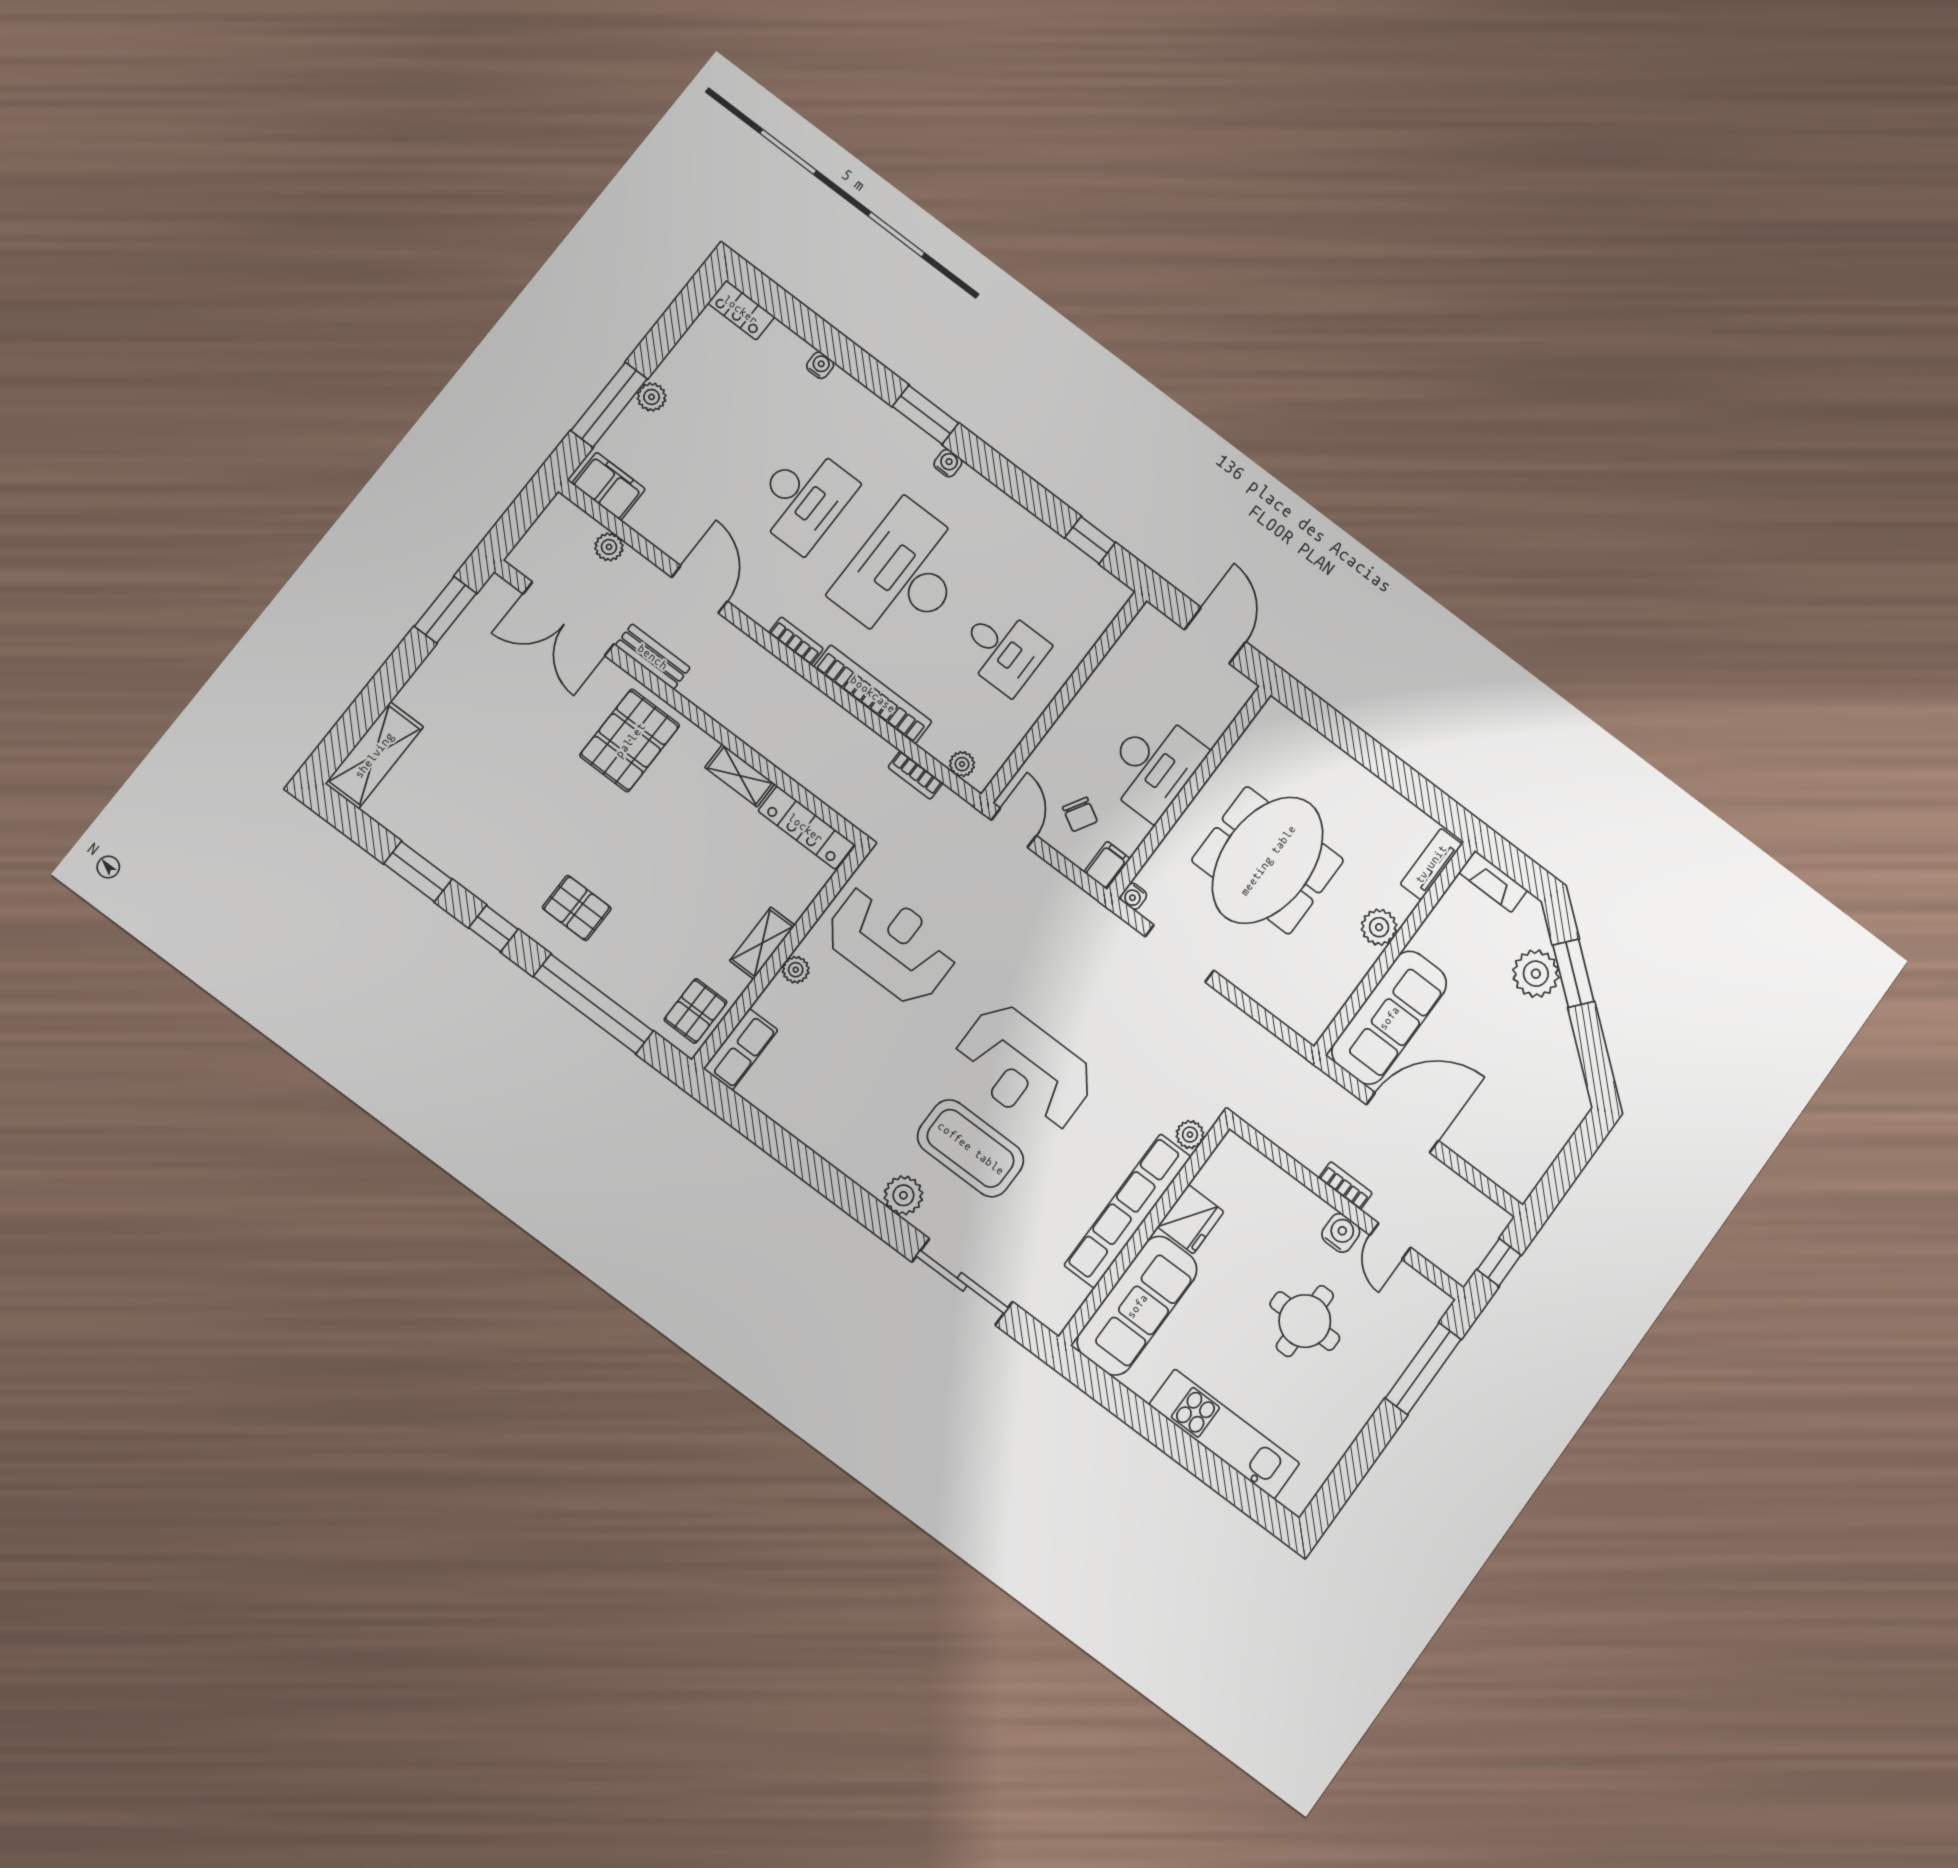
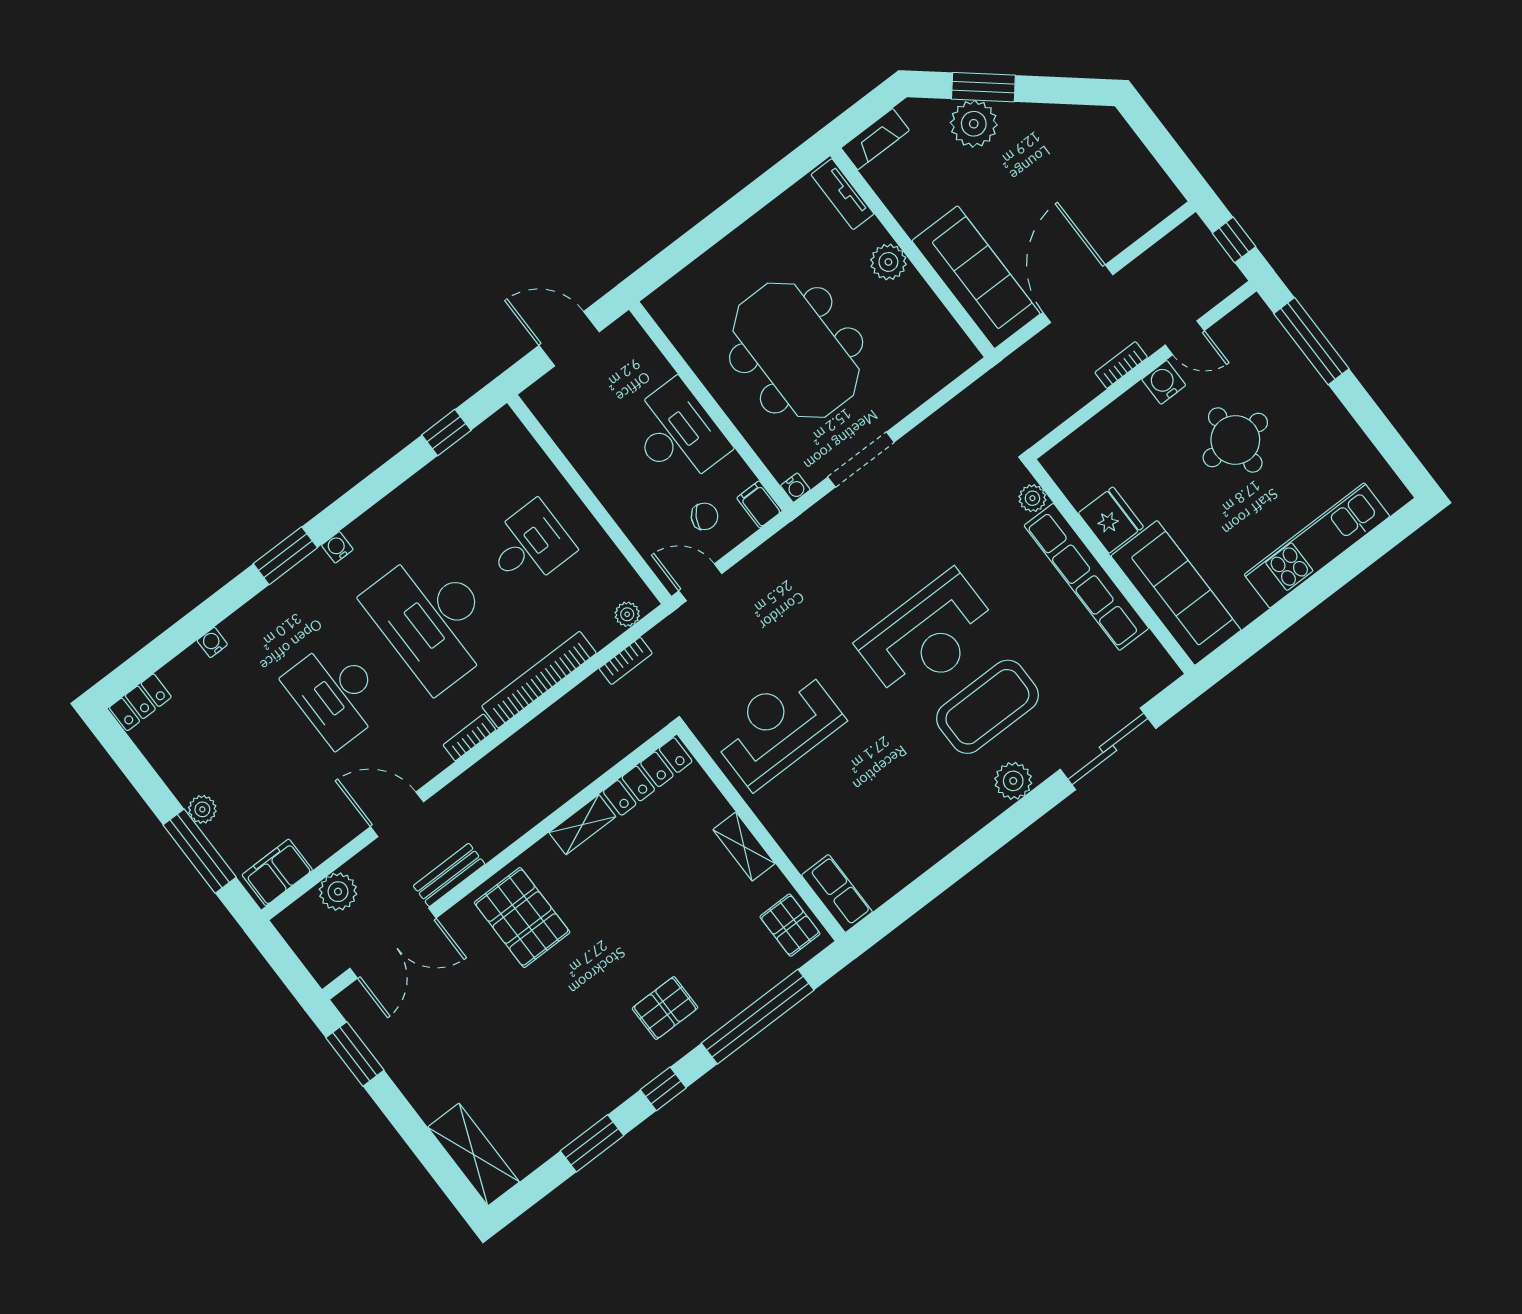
desk: (803, 498) -> (336, 693), turned 180
plant: (609, 547) -> (338, 892), width x1.38, depth x1.38
plant: (796, 970) -> (777, 823), removed

